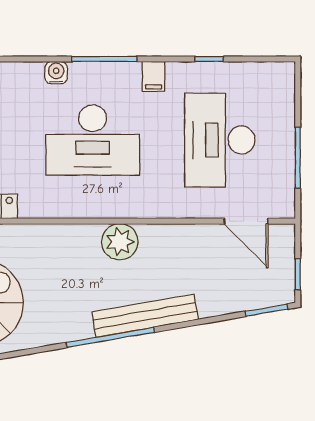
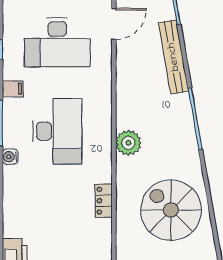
plant: (120, 242) -> (128, 143), moved
bench: (145, 316) -> (174, 57), moved

